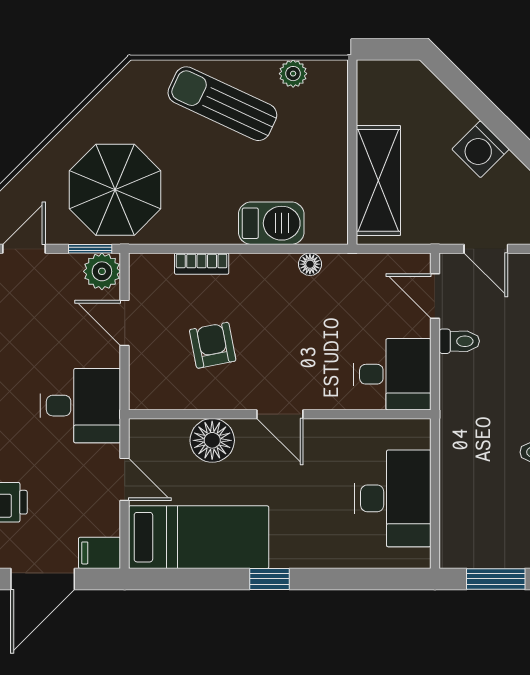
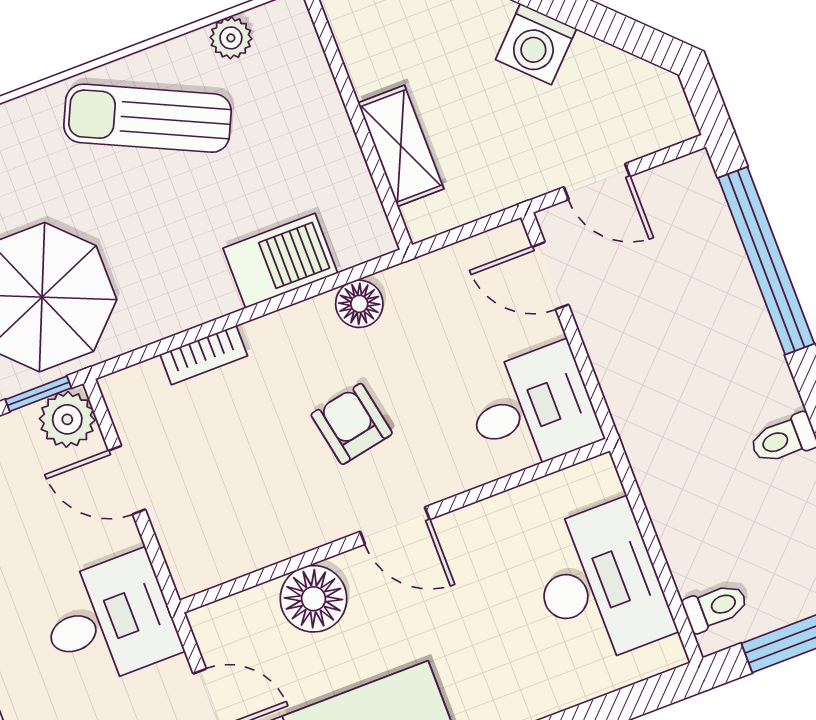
shelving: (378, 180) -> (401, 146), width x0.67, depth x0.75
floor lamp: (310, 264) -> (359, 304), width x1.37, depth x1.37
toilet: (459, 341) -> (715, 607), moved
armchair: (213, 345) -> (352, 424), moved

